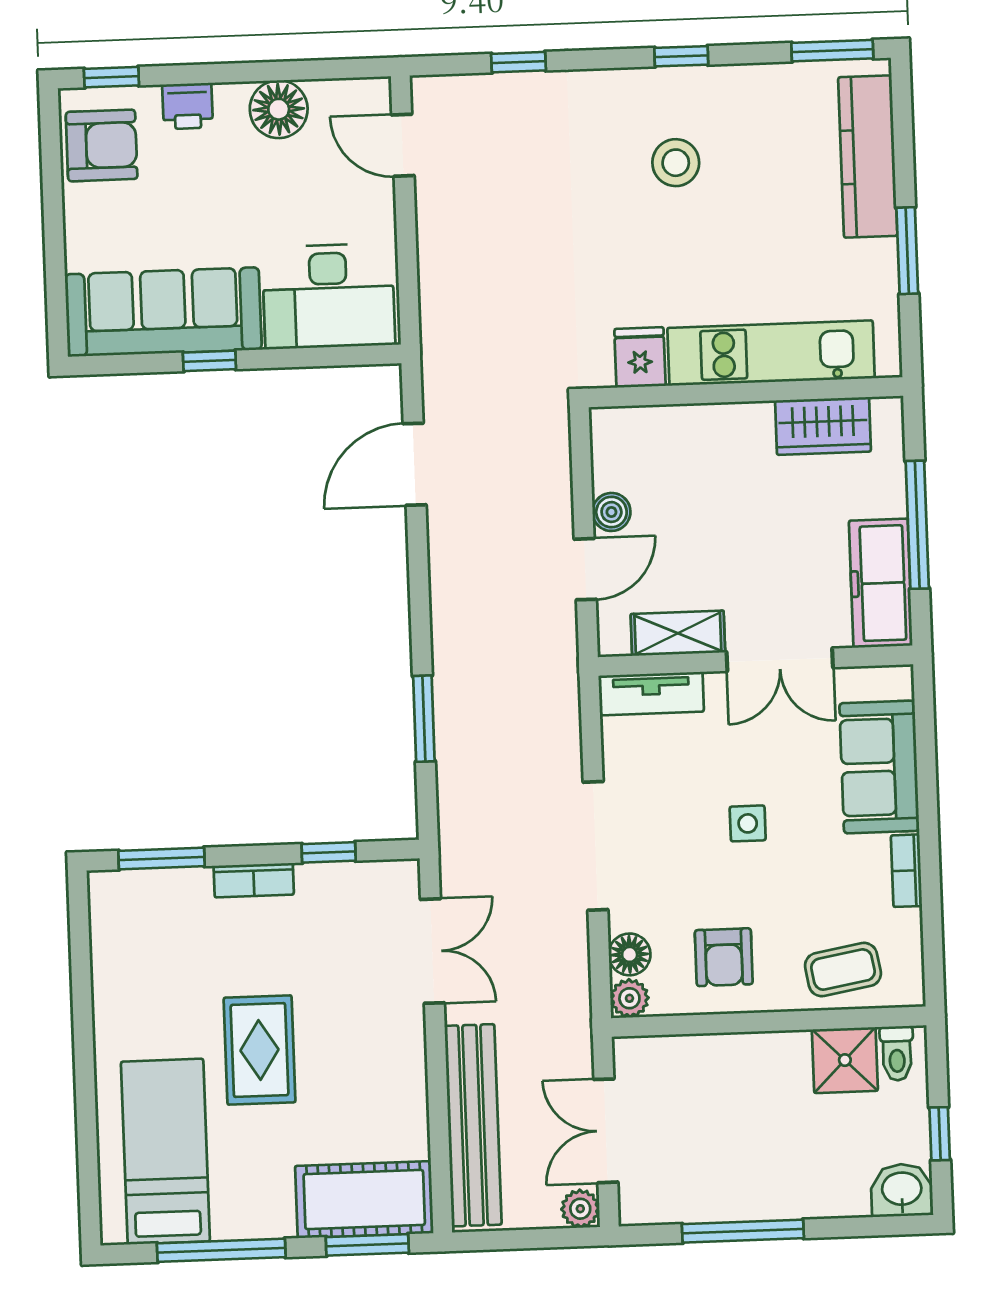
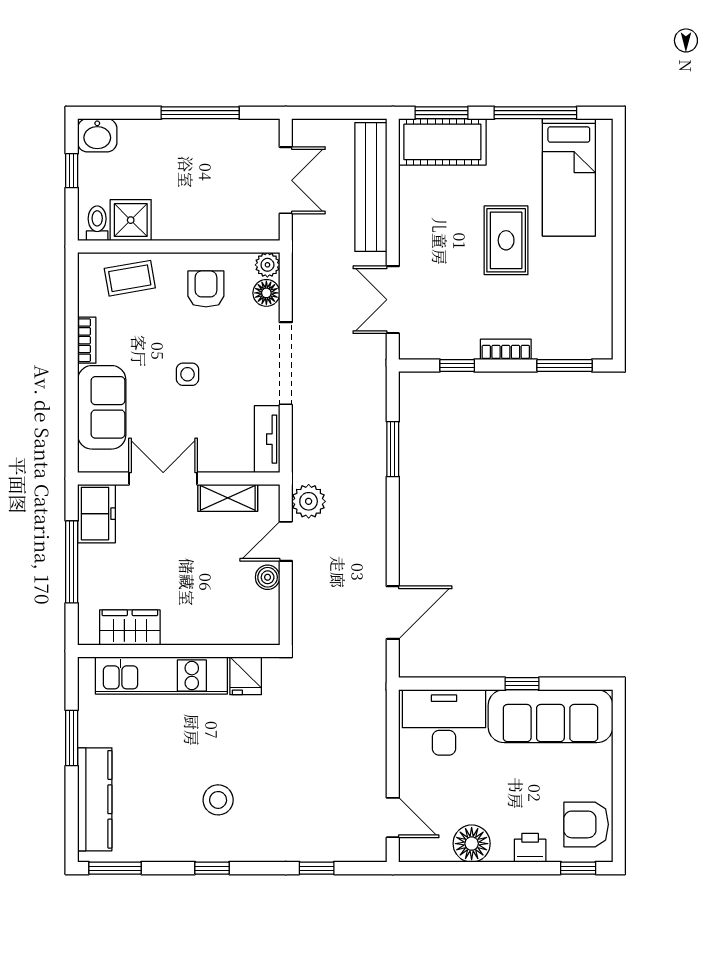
freezer: (881, 583) -> (97, 514), width x0.71
tv unit: (651, 694) -> (267, 439), moved, turned -90
plant: (580, 1209) -> (309, 501), moved, width x1.38, depth x1.38

